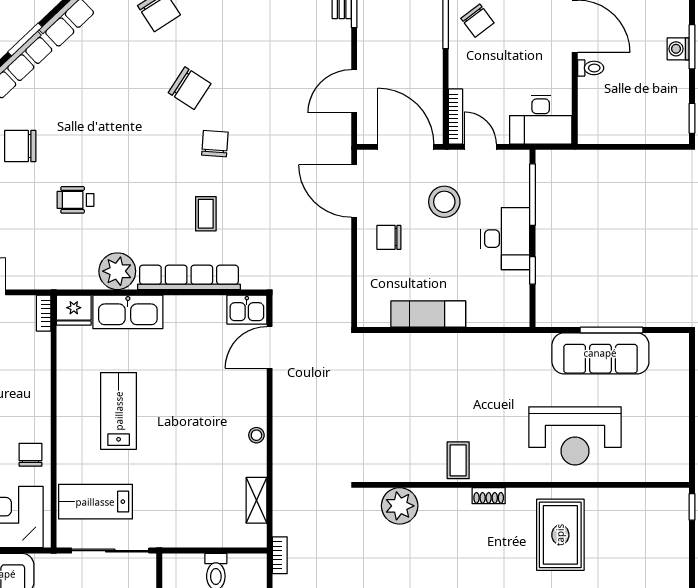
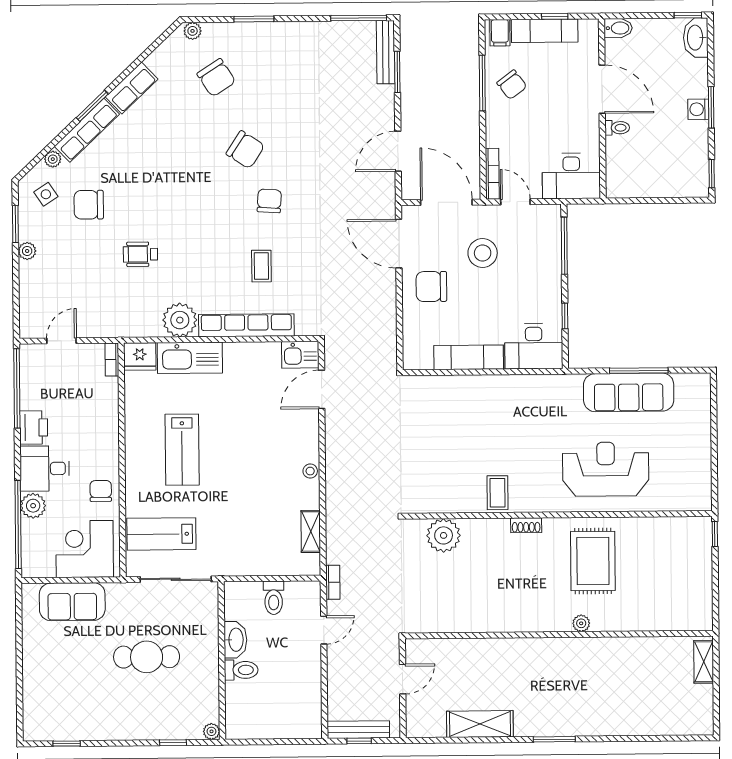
chair: (389, 237) -> (431, 287), width x1.37, depth x1.37
desk: (505, 239) -> (534, 346), moved, turned 90
lab bench: (119, 411) -> (182, 450), turned 180
reception desk: (575, 436) -> (606, 469), turned 180

